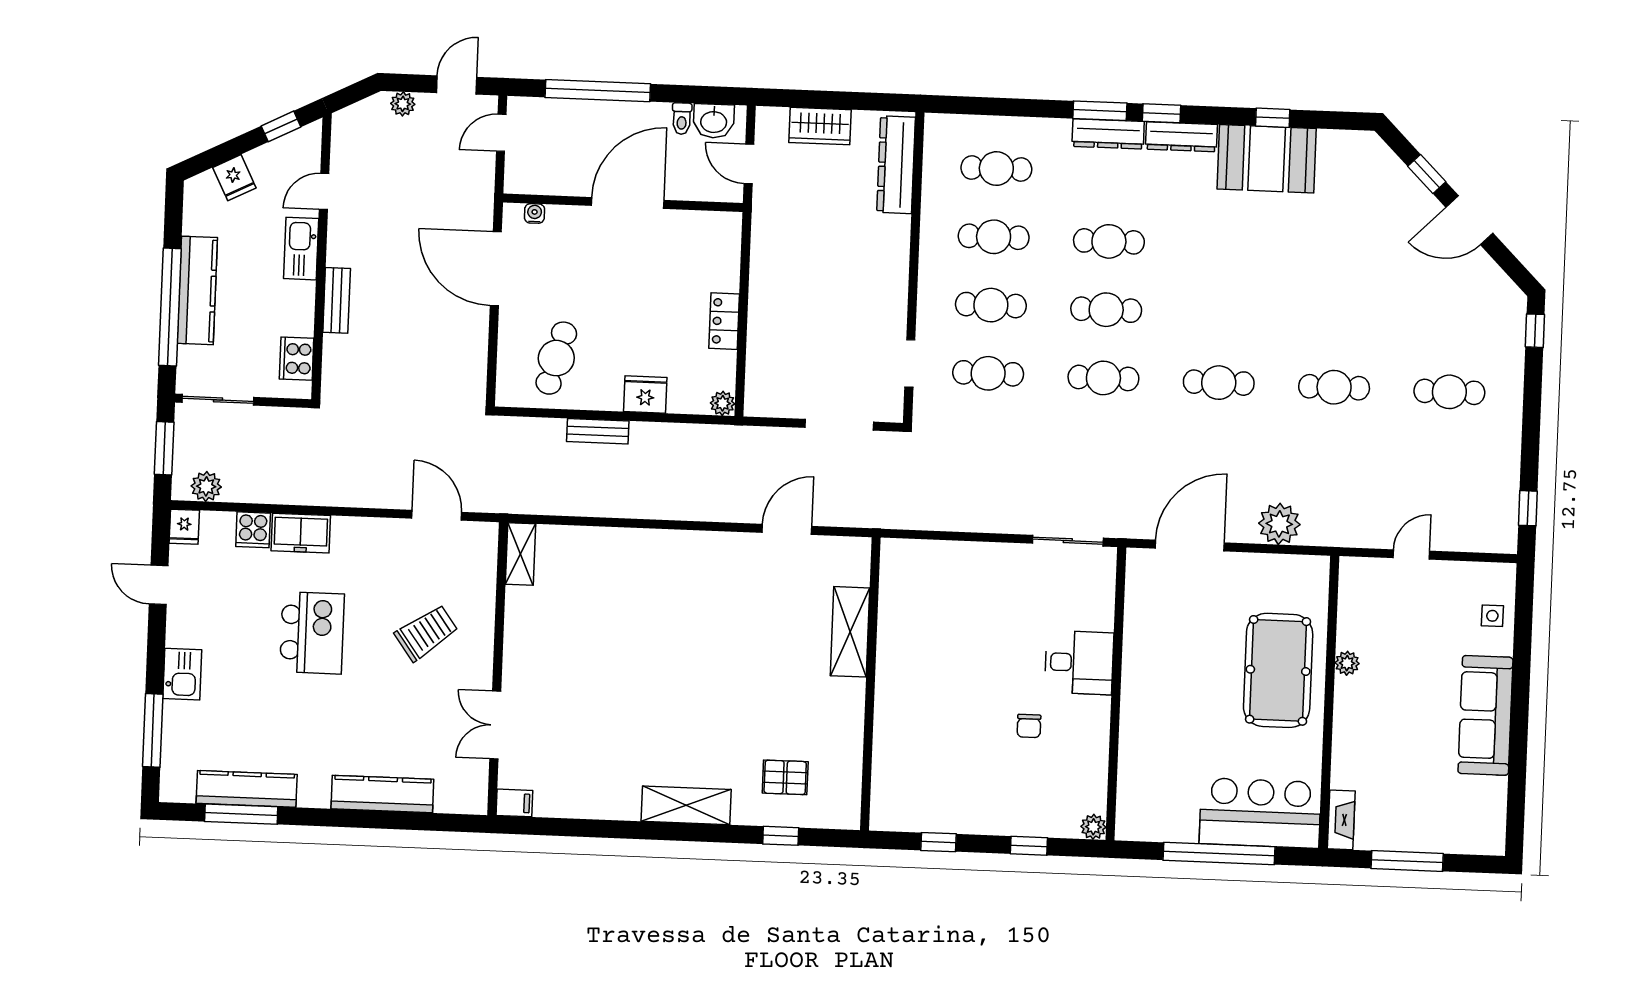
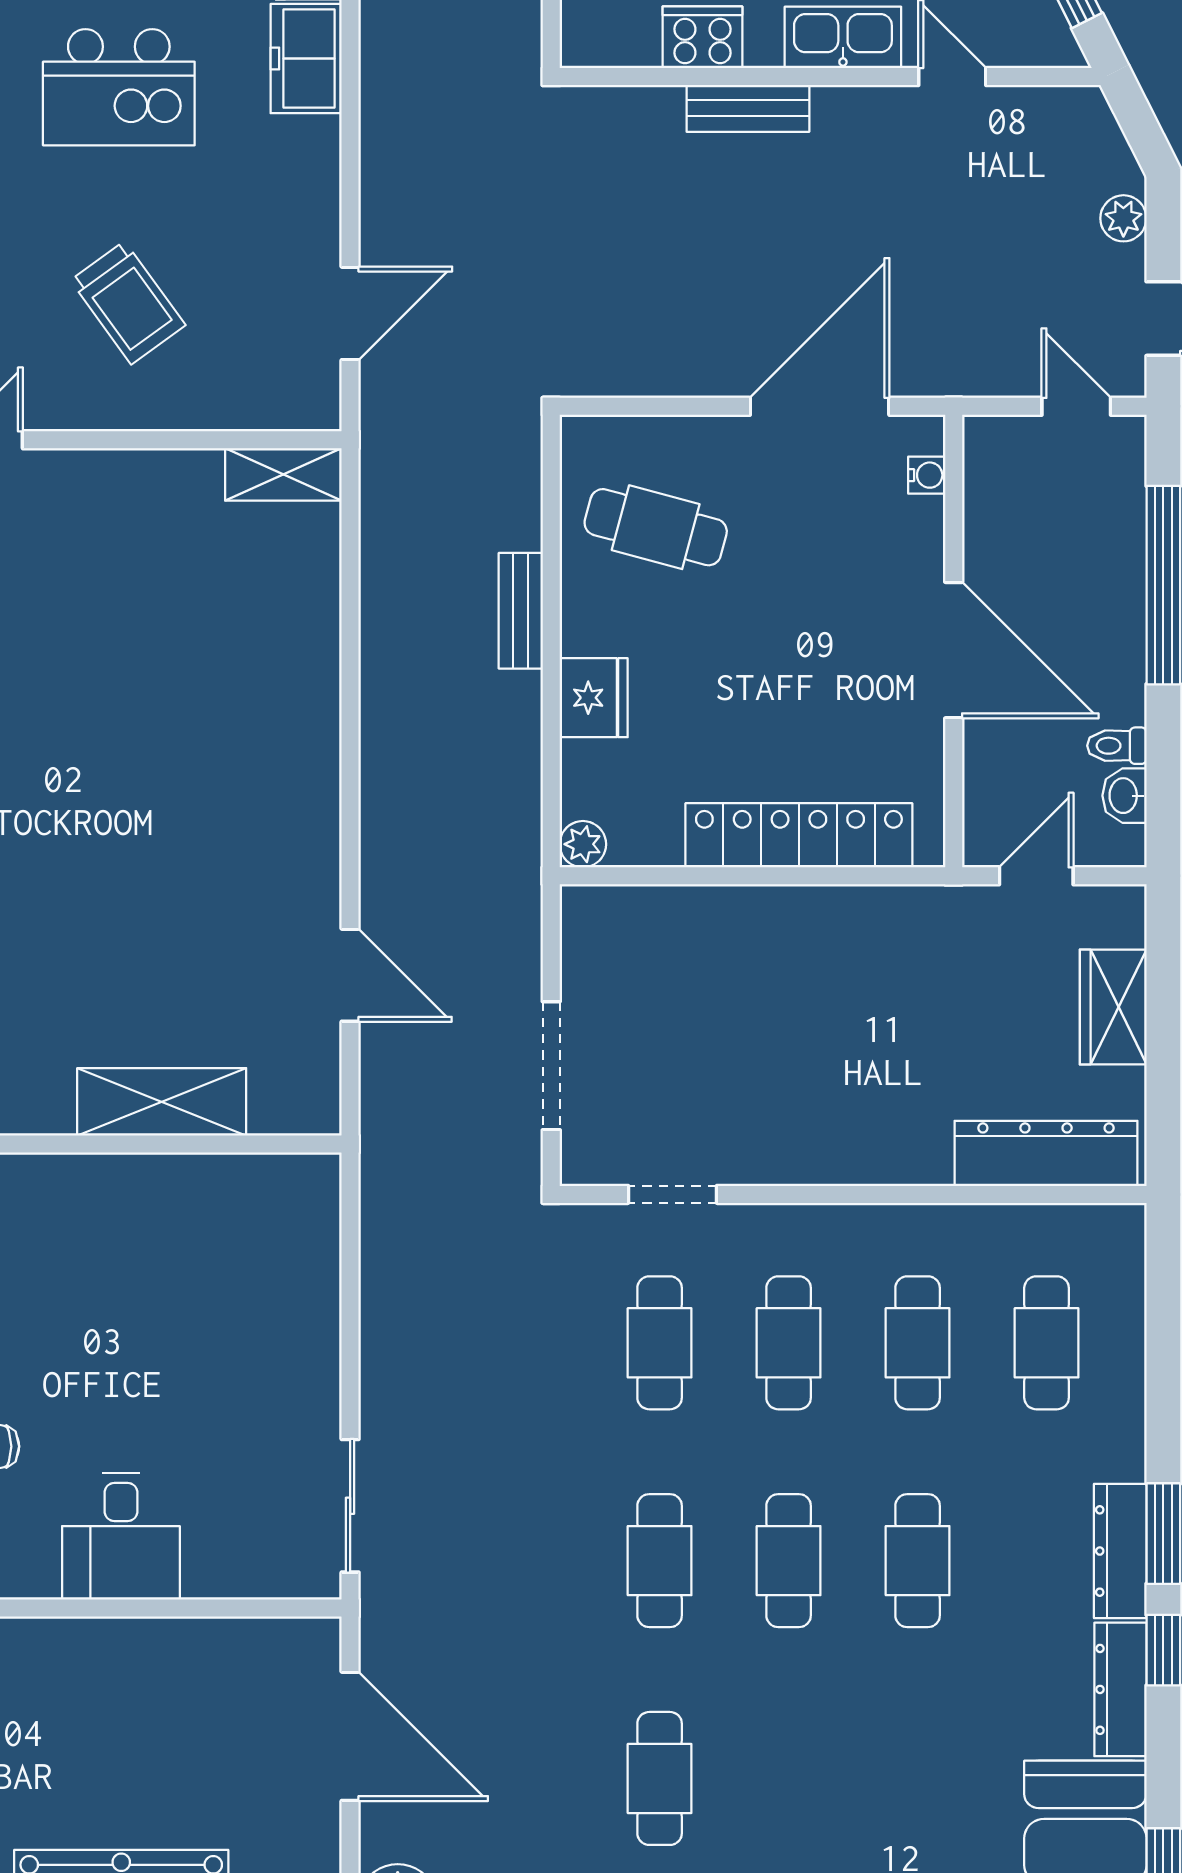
washbasin: (714, 121) -> (1124, 796), width x0.72, depth x0.69
locker: (724, 321) -> (799, 835), width x2.16, depth x1.21
cooker: (297, 359) -> (702, 37), moved

